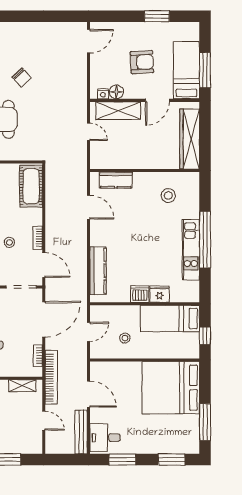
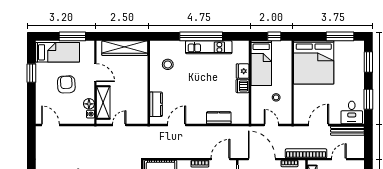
bed: (186, 70) -> (58, 52), moved, turned 180
kitchen counter: (98, 271) -> (219, 118), width x0.67

